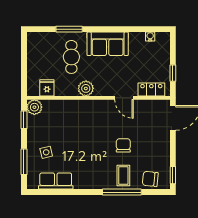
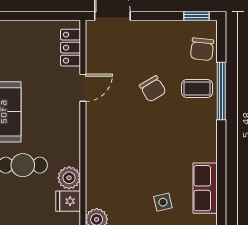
window: (173, 73) -> (46, 16), removed
plant: (86, 88) -> (69, 178), moved
chair: (123, 145) -> (153, 89), turned -121

